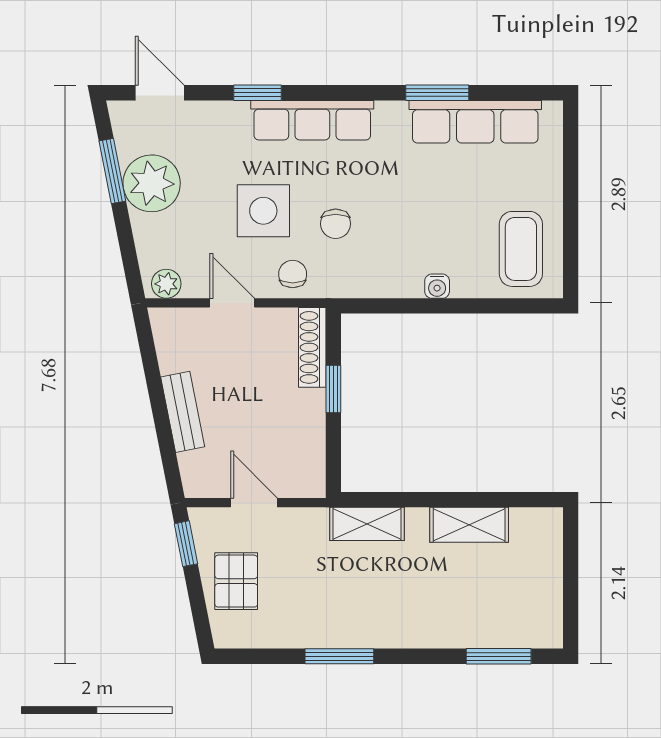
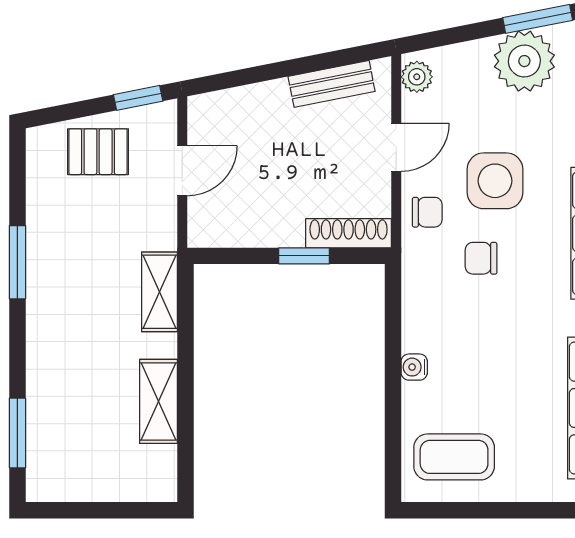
bench: (183, 412) -> (332, 84), moved

